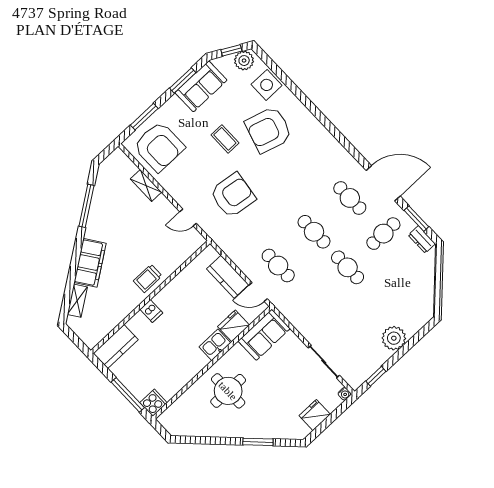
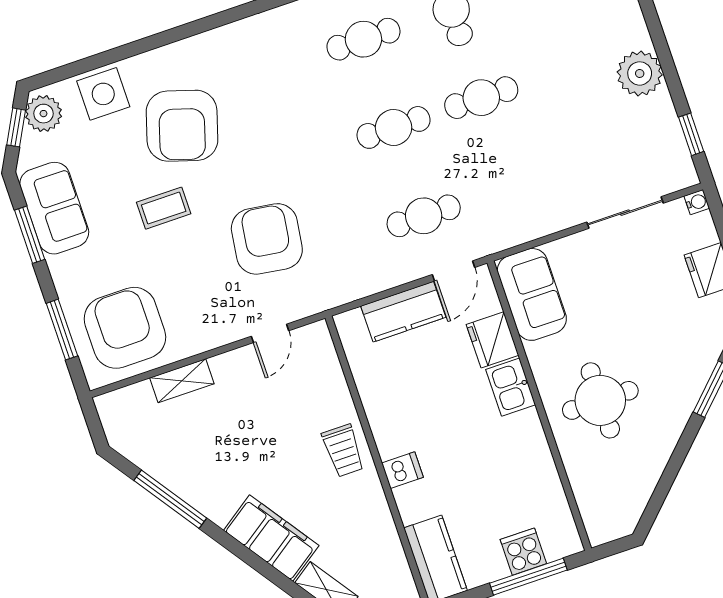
armchair: (159, 147) -> (125, 328), turned -90
cooker: (153, 403) -> (523, 552), moved

